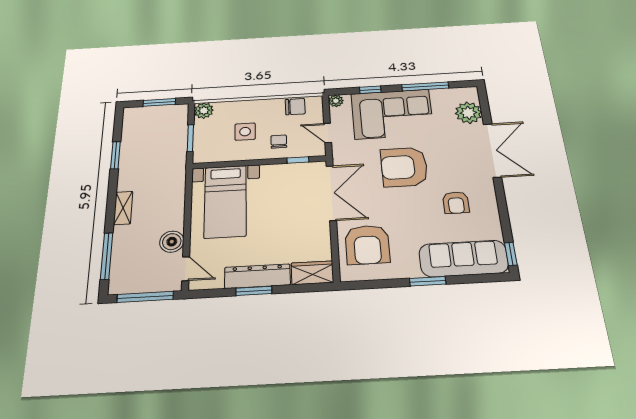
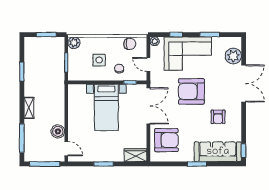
window: (425, 86) -> (210, 35), width x0.69
bed with nightstands: (225, 201) -> (106, 107), moved
armchair: (367, 245) -> (166, 140), turned -90
dresser: (257, 276) -> (106, 155), removed

